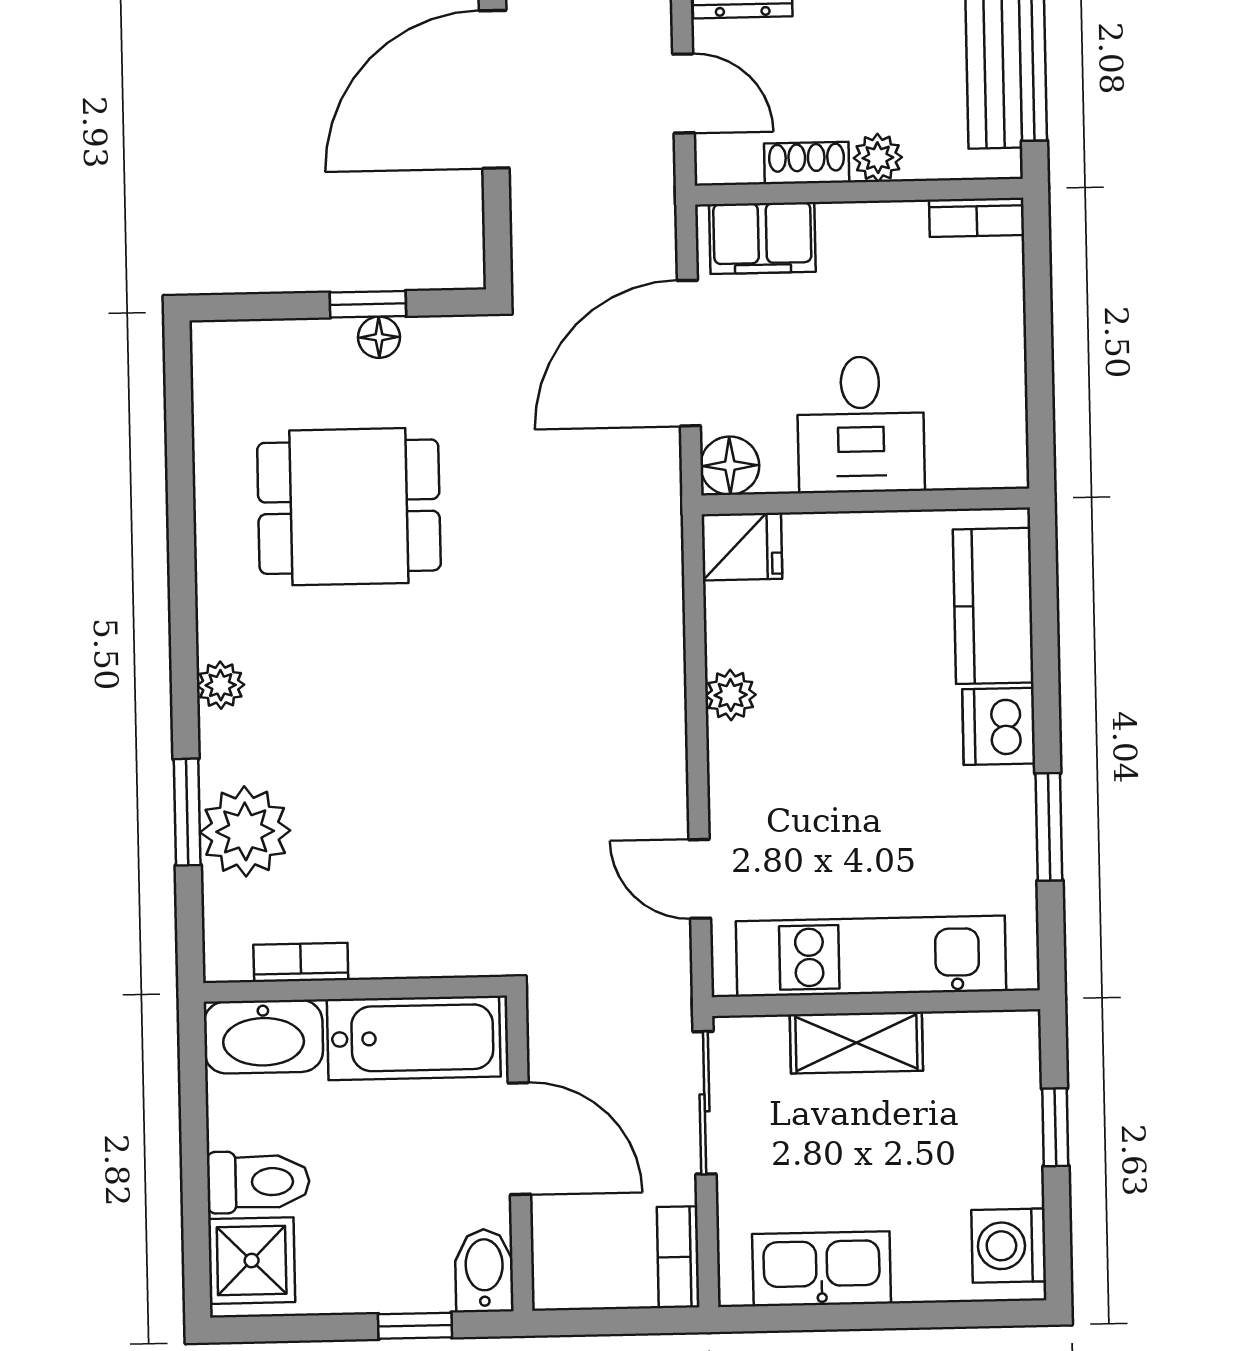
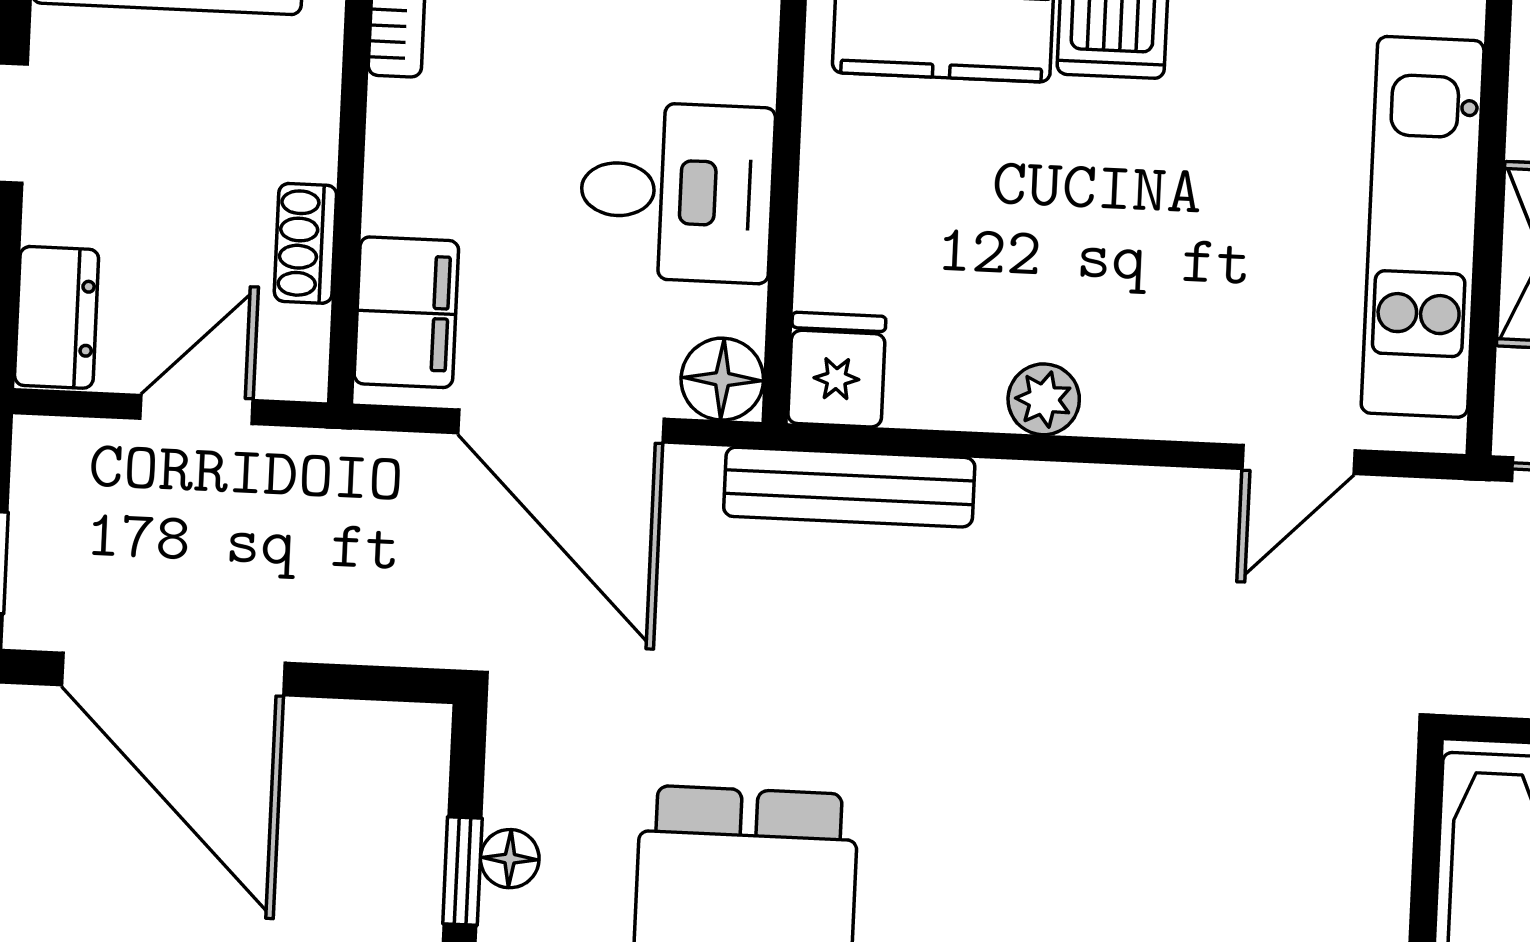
plant: (878, 158) -> (305, 143), removed
bench: (659, 561) -> (849, 487), added

